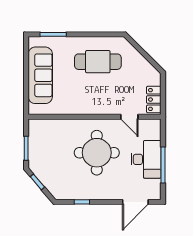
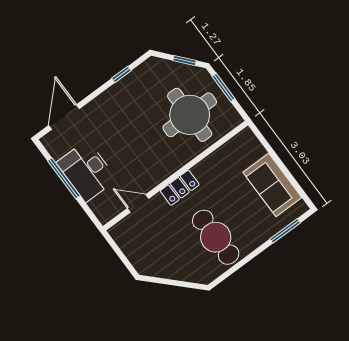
cafe table: (98, 62) -> (216, 237), turned 90
sofa: (40, 75) -> (272, 185), width x0.73
locker: (154, 100) -> (180, 188), moved, turned 90
round table: (97, 153) -> (190, 115), moved

